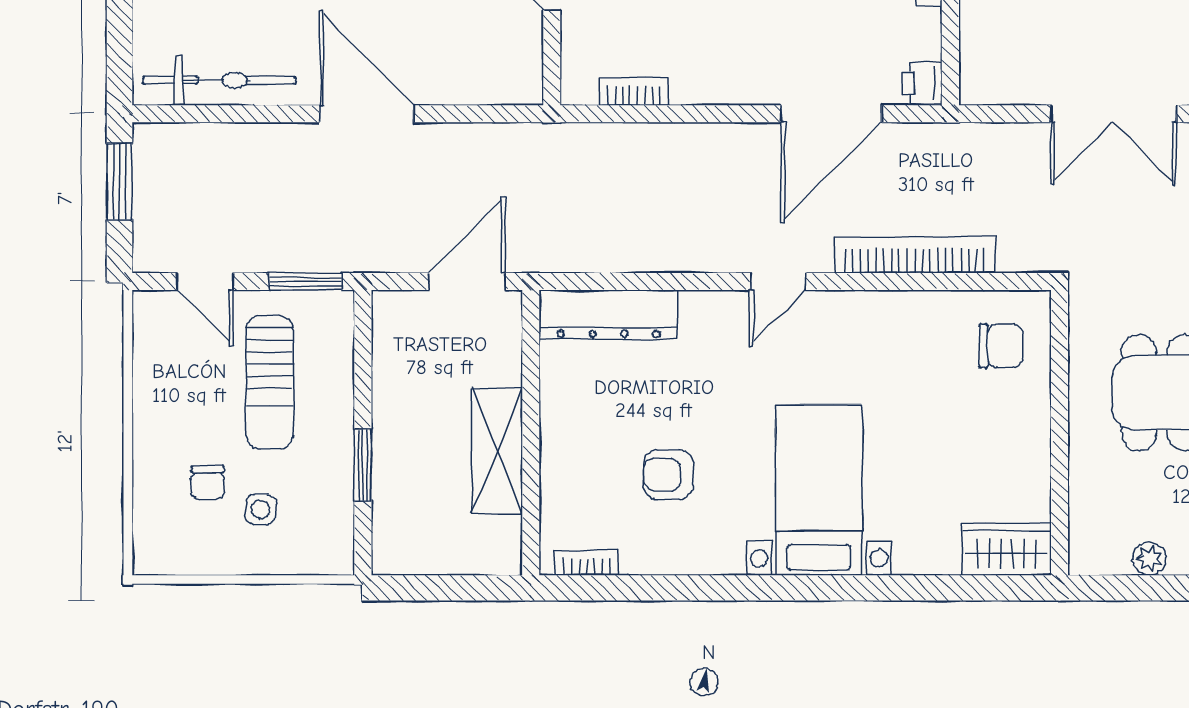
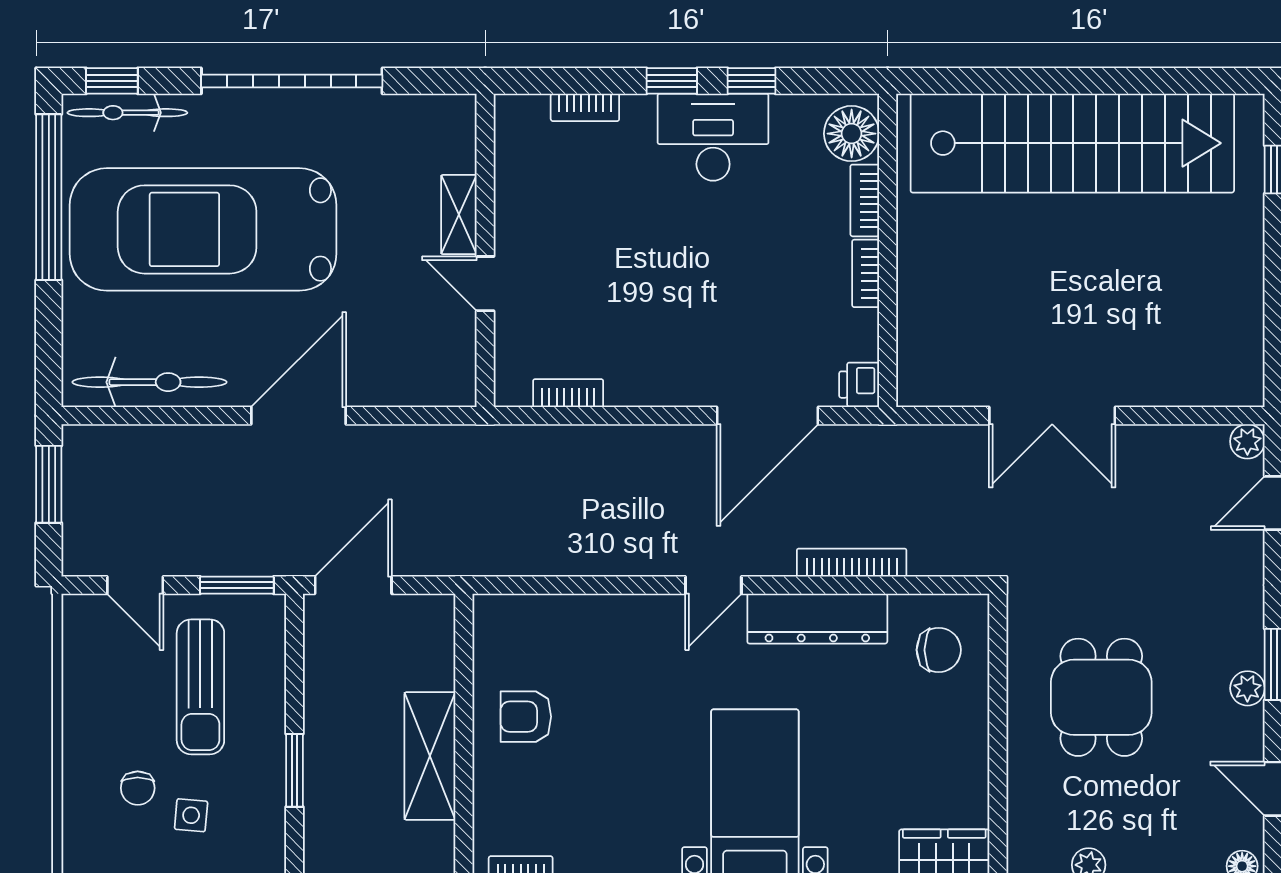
door: (367, 114) -> (299, 416), hinge flipped
bookcase: (915, 255) -> (852, 563), width x0.68, depth x0.76
door: (467, 282) -> (353, 585), moved
dresser: (608, 315) -> (817, 619), moved
armchair: (668, 475) -> (526, 717), moved

